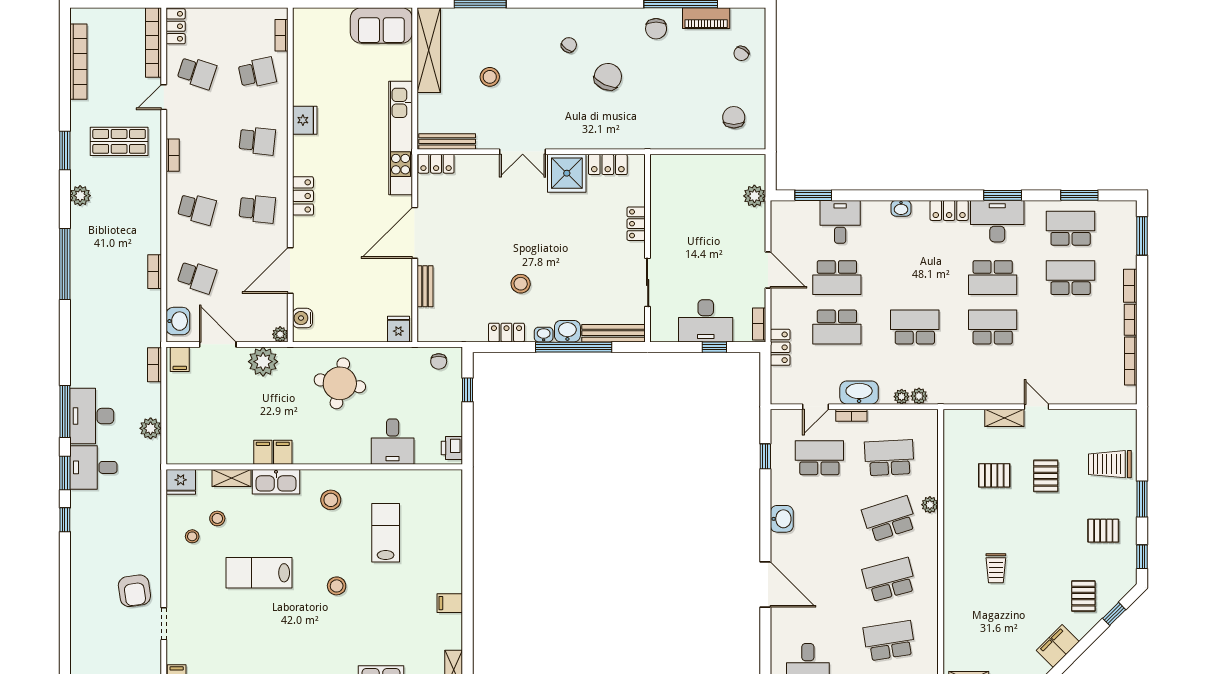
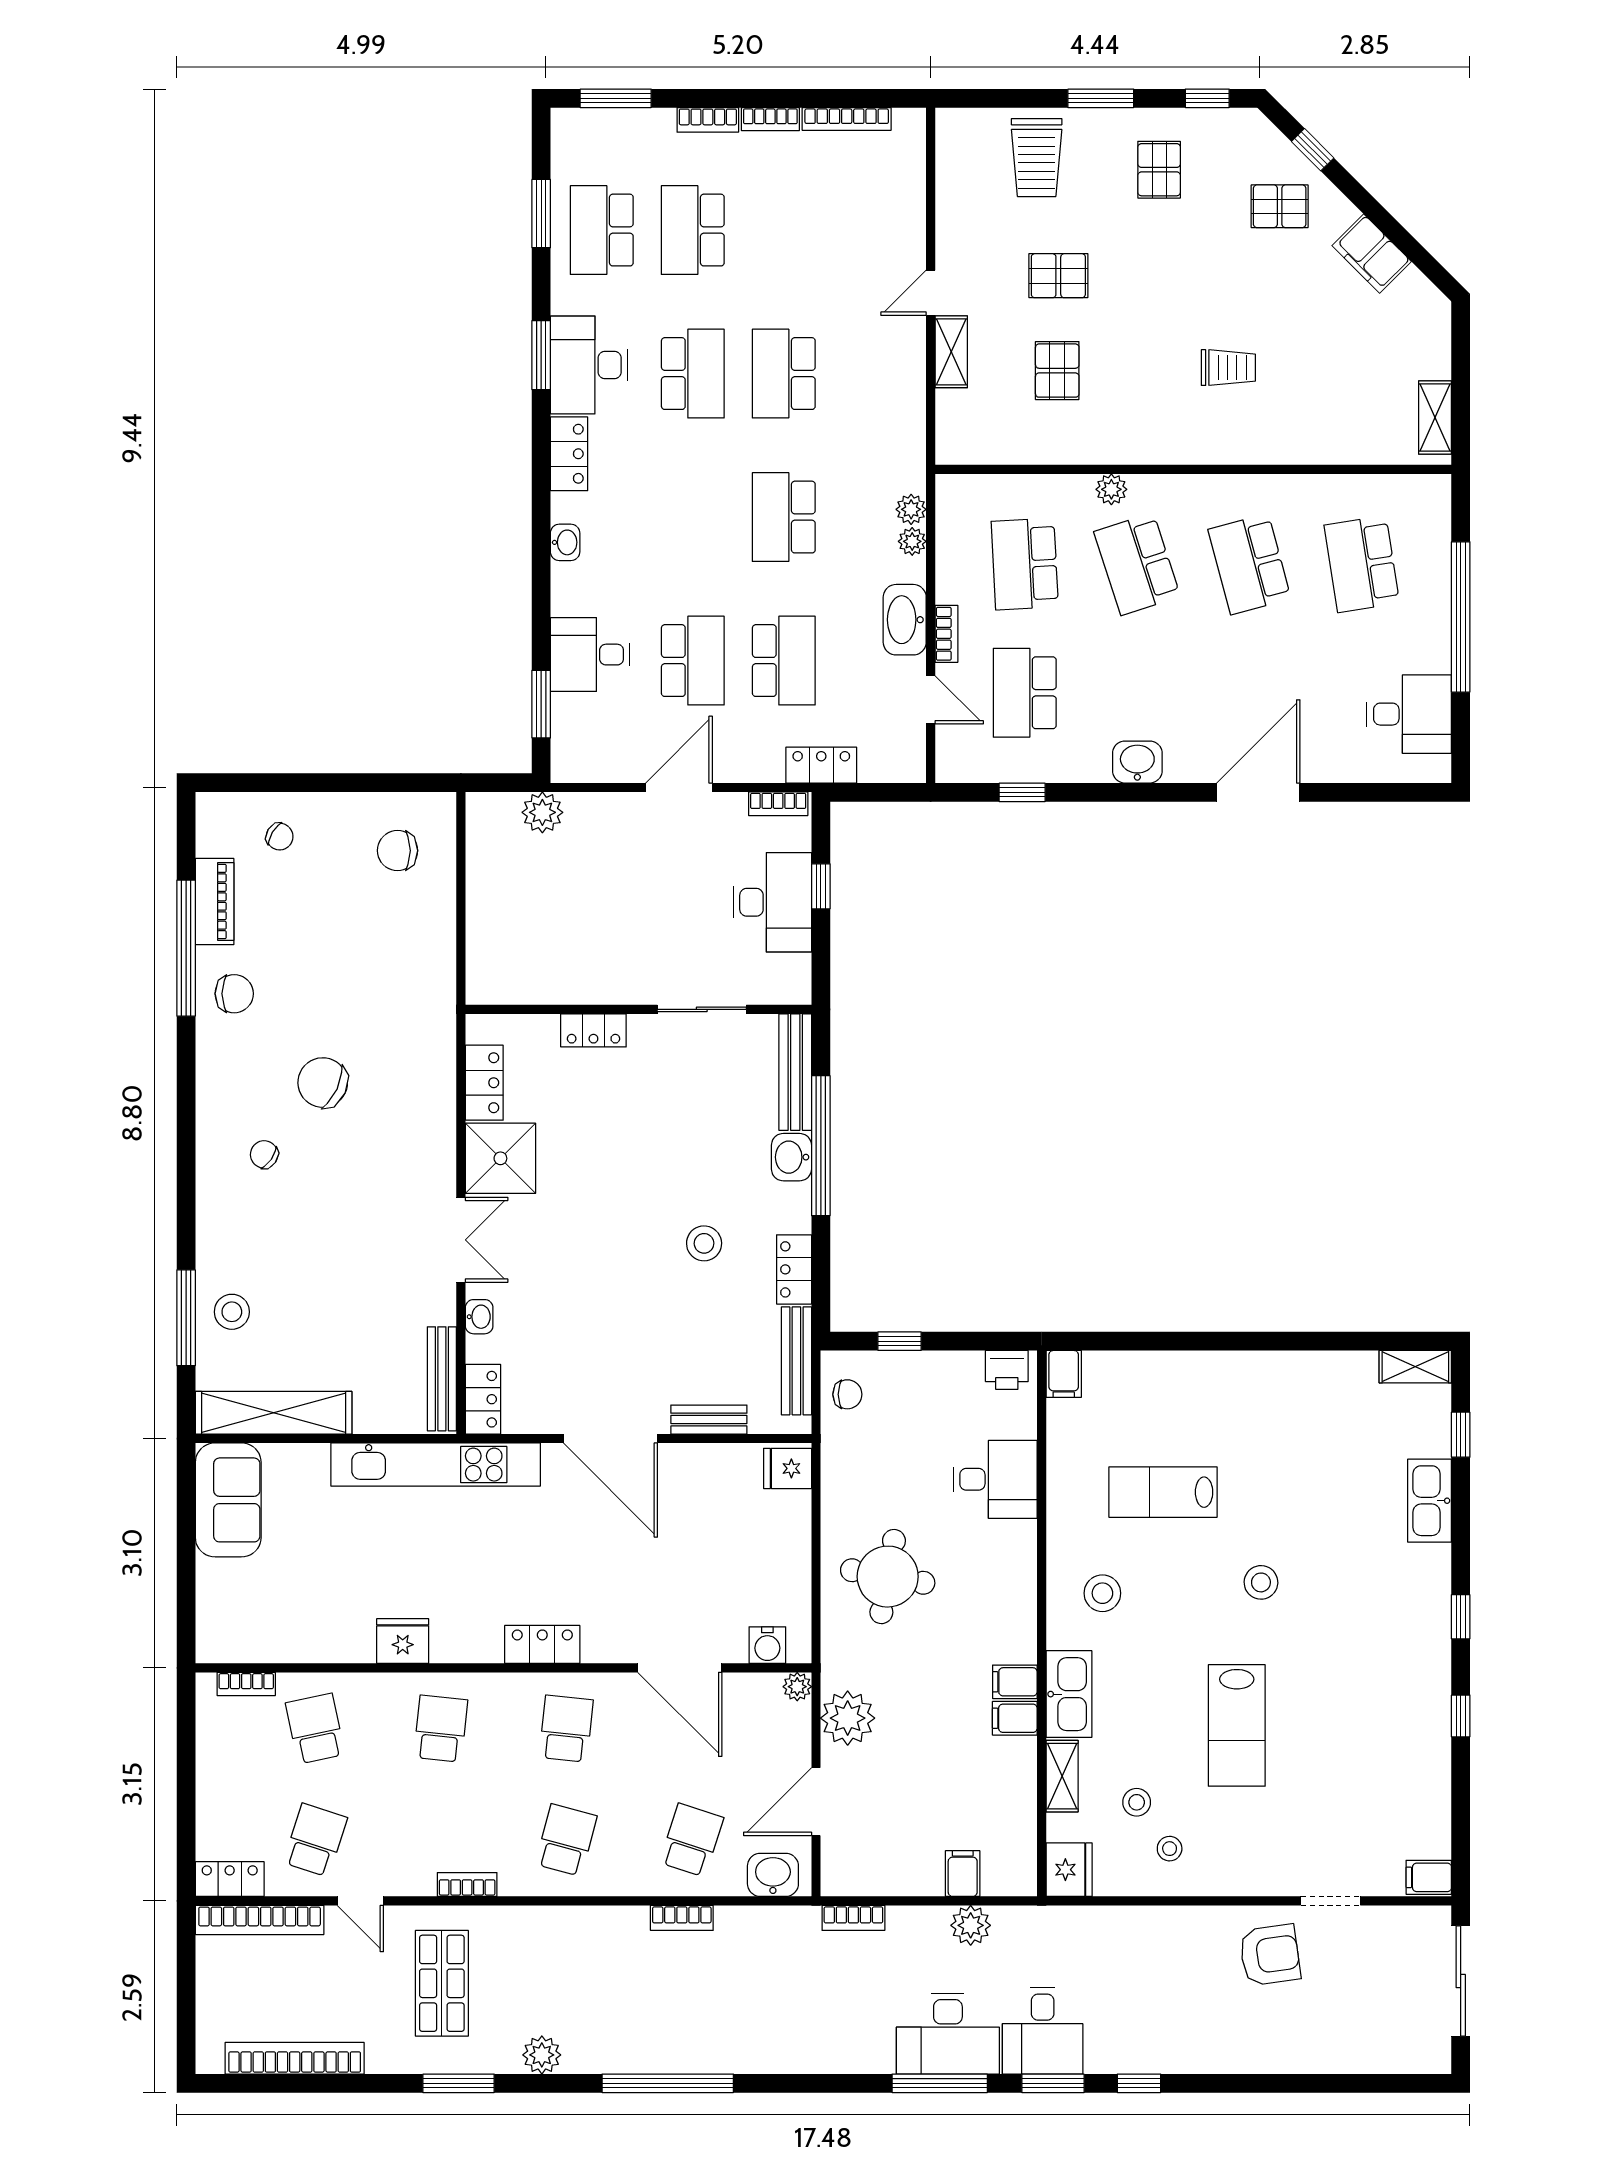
stool: (490, 77) -> (232, 1312), moved
bench: (457, 334) -> (796, 1361), added
washbasin: (544, 335) -> (479, 1317), moved, turned 180
filing cabinet: (180, 359) -> (963, 1874), moved, turned -90
filing cabinet: (450, 603) -> (1064, 1374), moved

